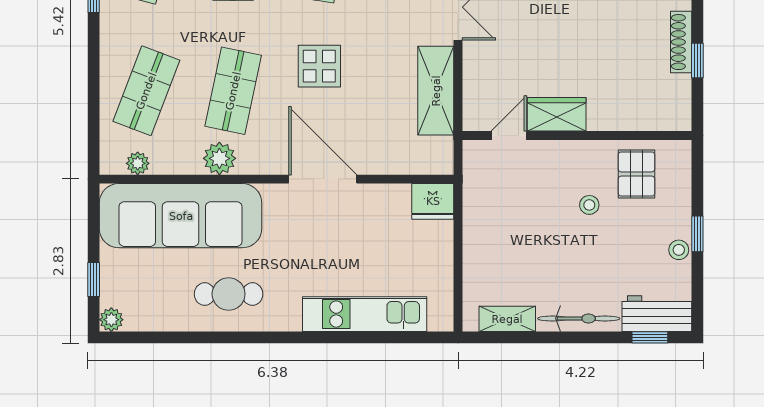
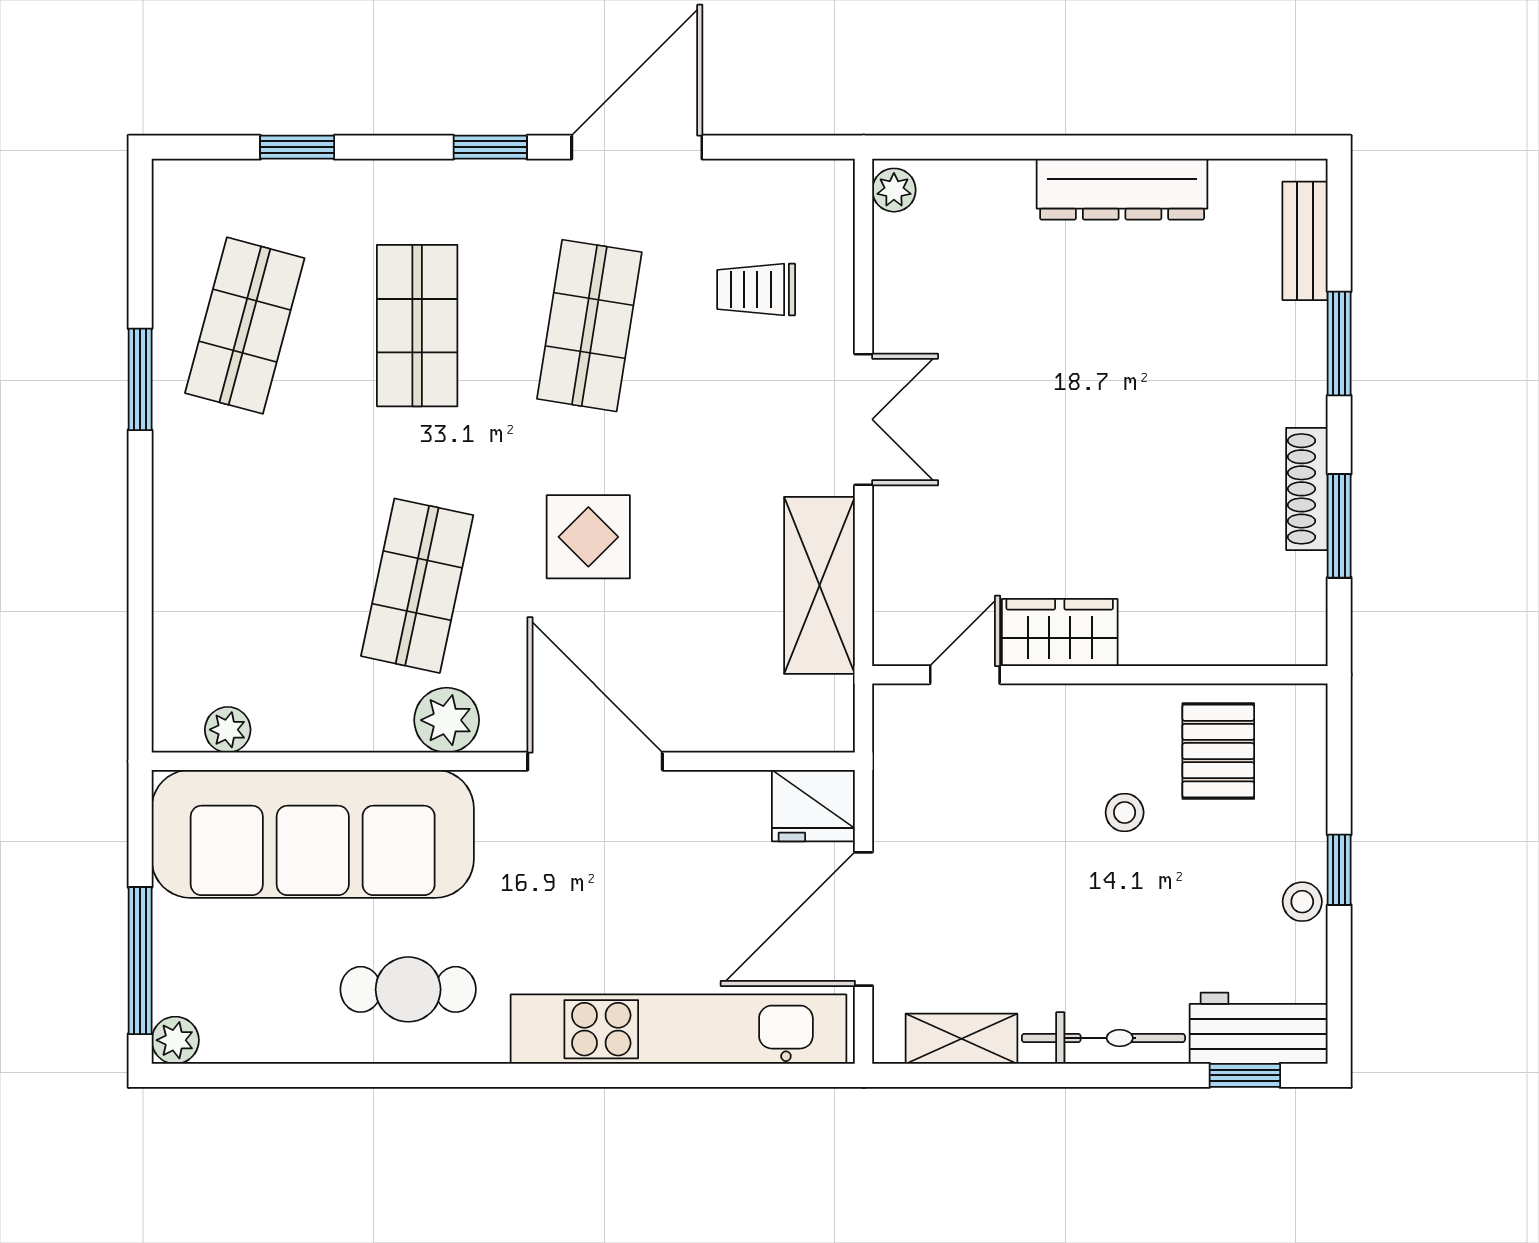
window: (697, 61) -> (1339, 526), width x1.50
shop shelf: (146, 91) -> (245, 586), removed
plant: (219, 158) -> (447, 720), moved
door: (458, 259) -> (864, 919), added
window: (94, 280) -> (140, 961), width x2.17
kitchen unit: (365, 314) -> (679, 1029), width x1.36

